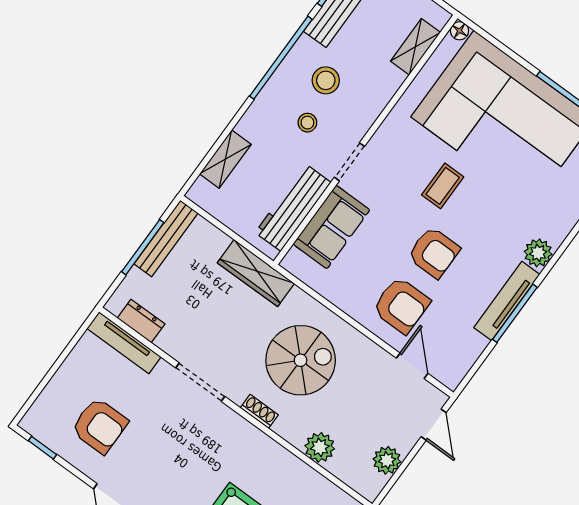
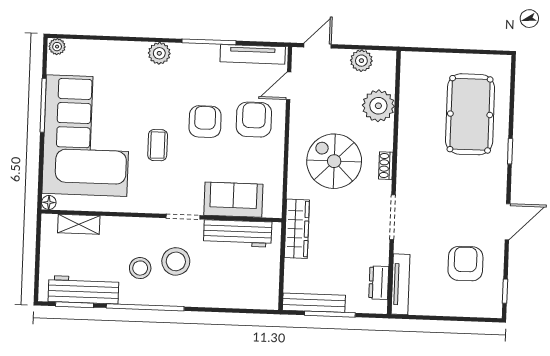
stool: (307, 123) -> (176, 261), width x1.89, depth x1.89
shelving: (225, 159) -> (236, 299), removed
coffee table: (443, 186) -> (158, 145), turned 90
tv unit: (507, 301) -> (253, 54), moved
plant: (320, 447) -> (378, 106), width x1.36, depth x1.36

